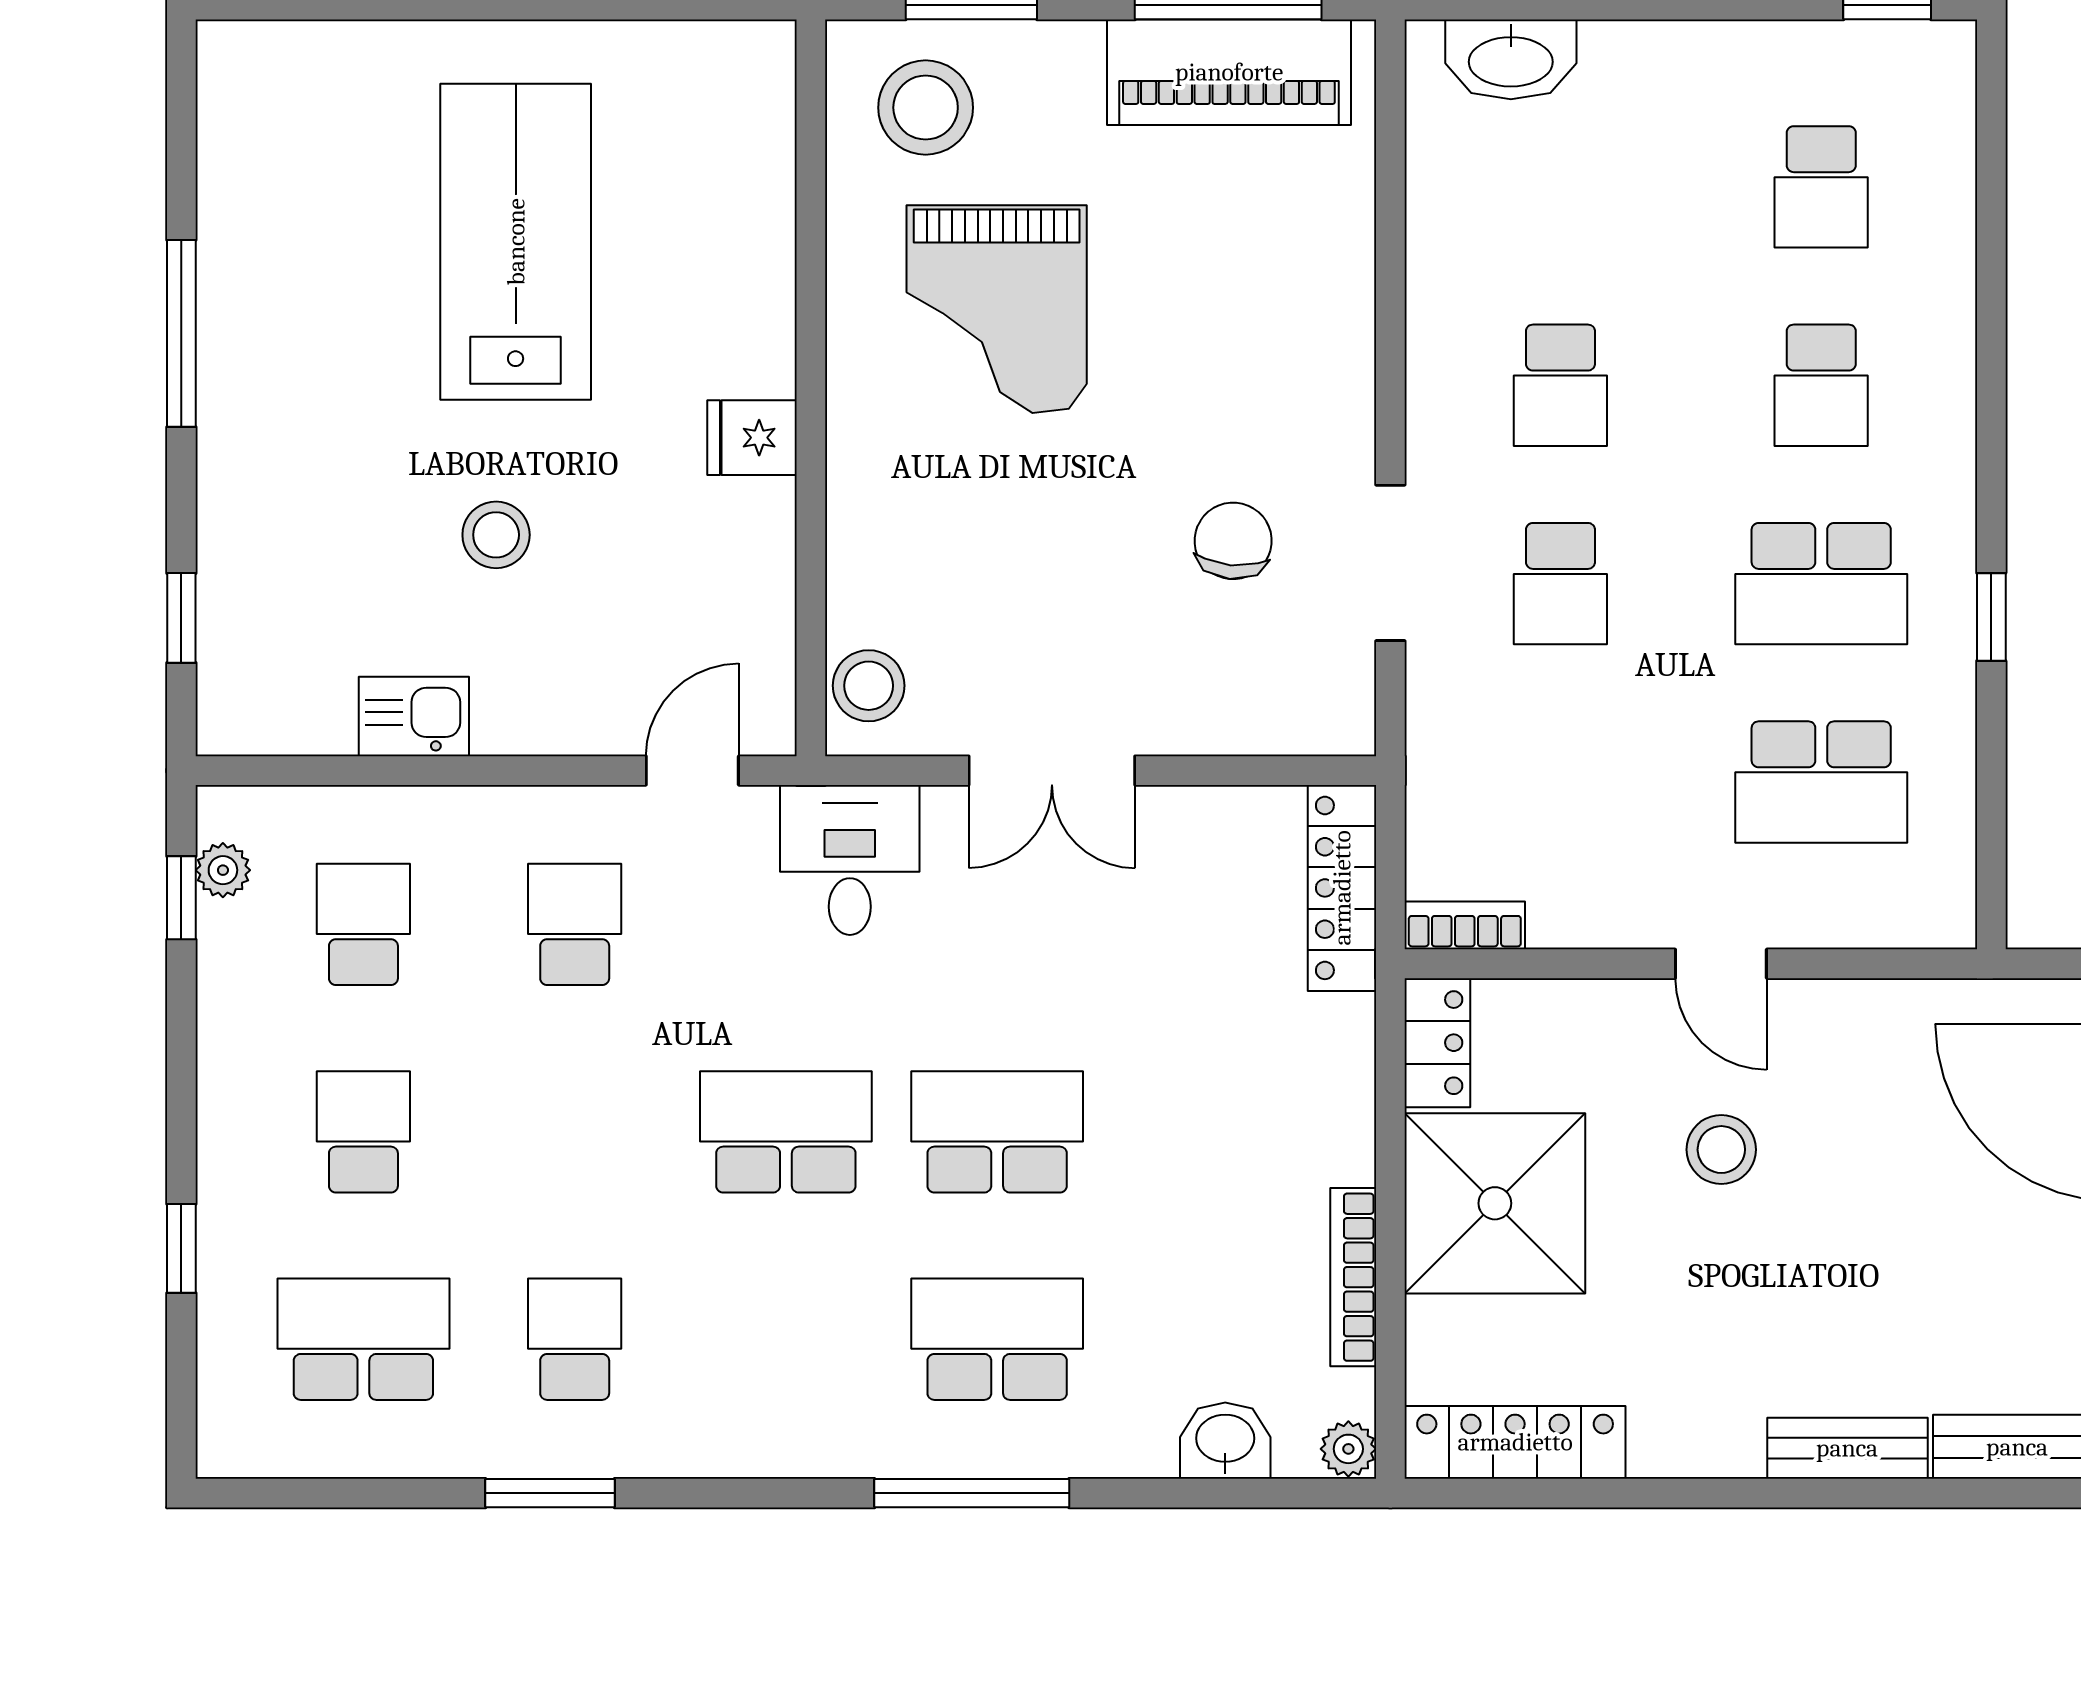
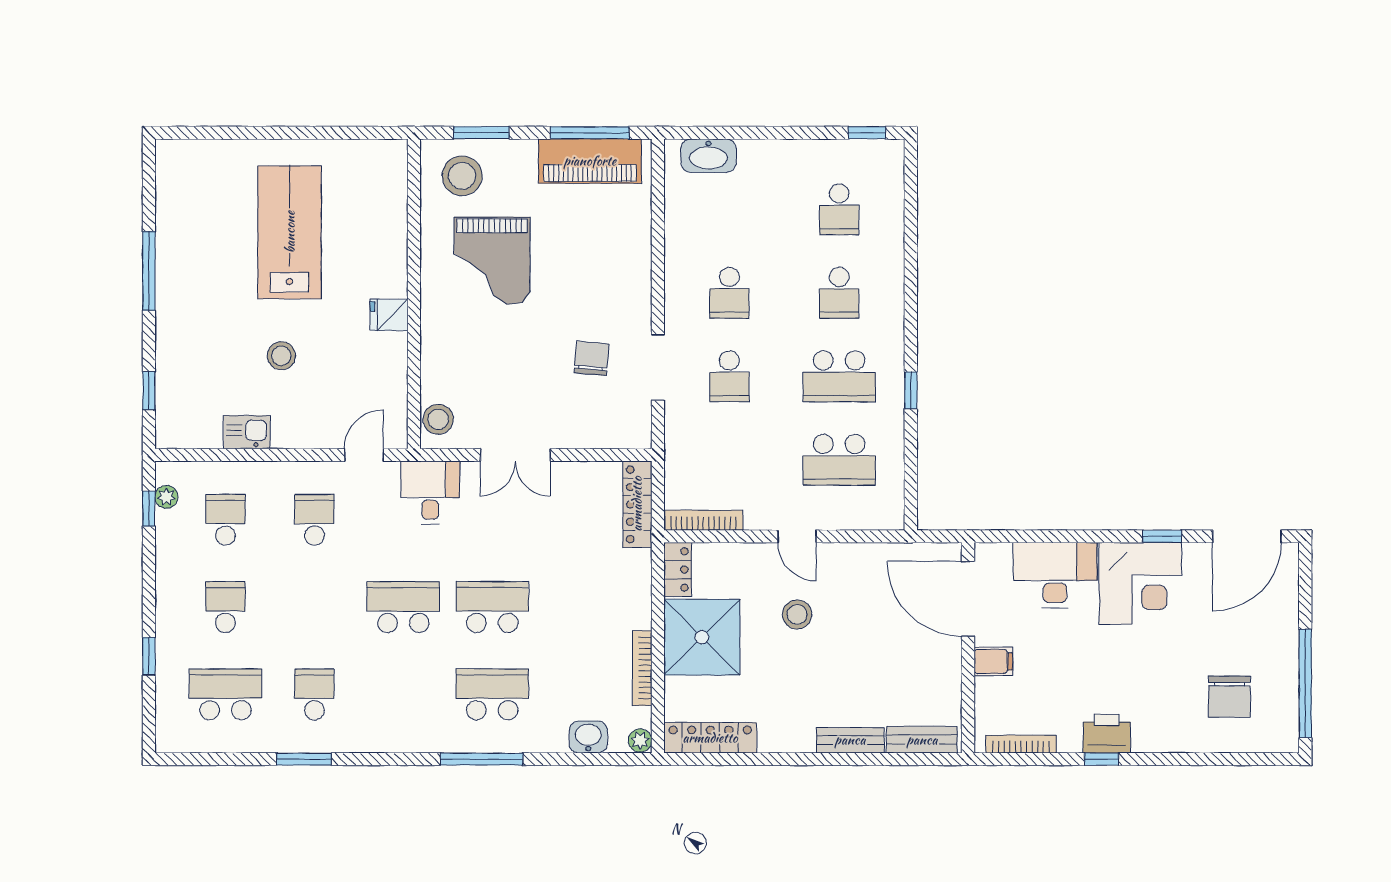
bookcase: (1465, 925) -> (703, 520), width x1.56

